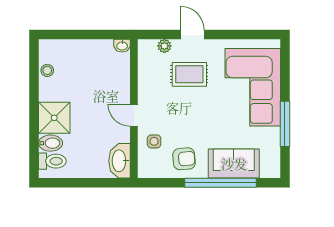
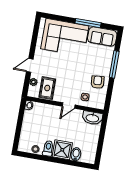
rug: (189, 74) -> (47, 88), moved
toilet: (52, 161) -> (48, 148), moved
sofa: (234, 164) -> (102, 36), moved, turned -90
window: (220, 183) -> (114, 64), width x0.68

